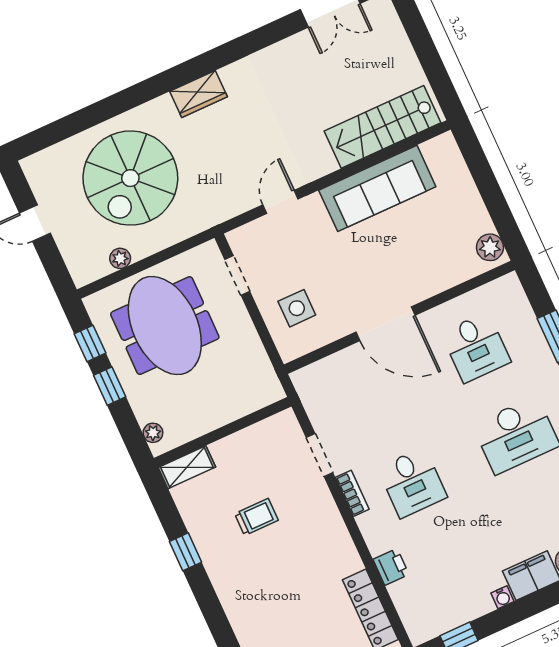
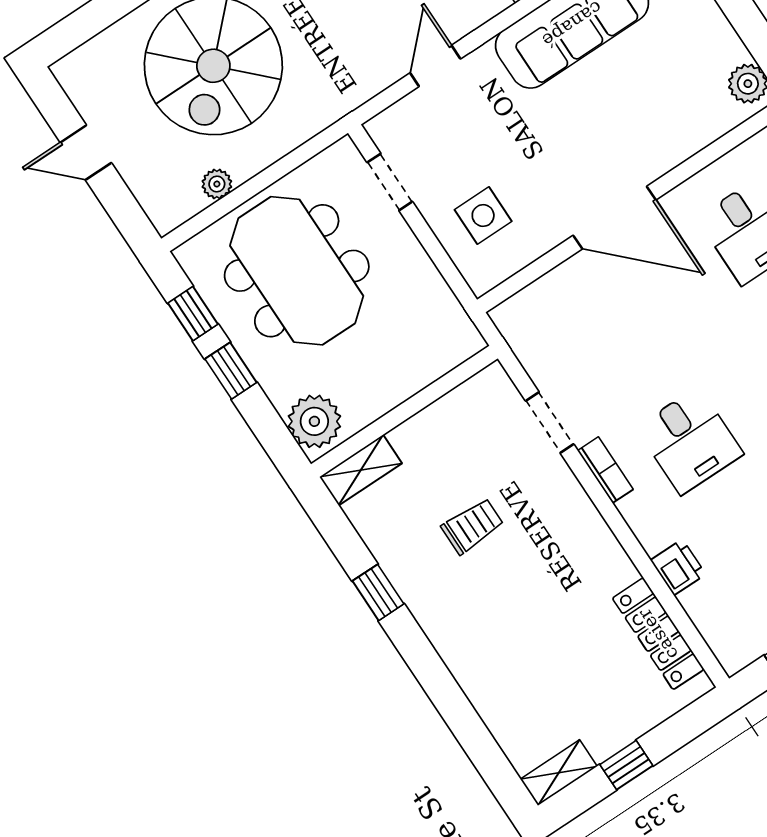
plant: (153, 433) -> (314, 421), width x1.88, depth x1.88

